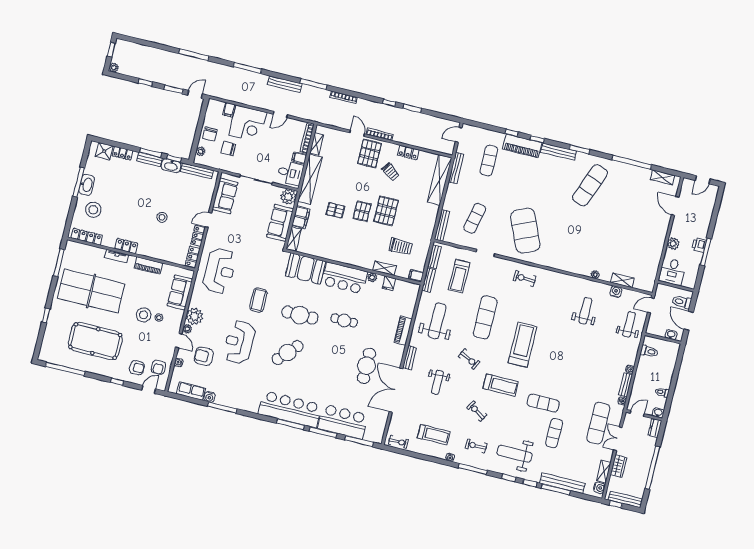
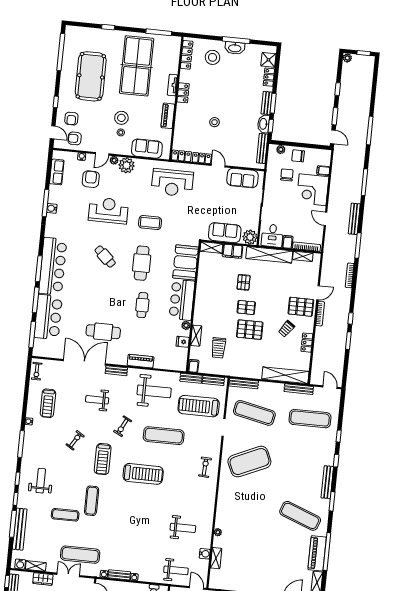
piano: (522, 146) -> (317, 553), moved
exercise mat: (489, 160) -> (310, 419), width x1.36, depth x1.45
exercise mat: (475, 218) -> (254, 413), width x1.36, depth x1.45
treadmill: (459, 276) -> (199, 406), width x1.37, depth x1.38
cafe table: (288, 353) -> (105, 257), width x0.73, depth x0.74
water cooler: (210, 397) -> (52, 208), moved
exercise bike: (476, 446) -> (43, 444), removed
weight bench: (514, 454) -> (41, 481), width x0.73, depth x0.75

